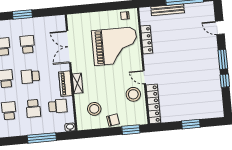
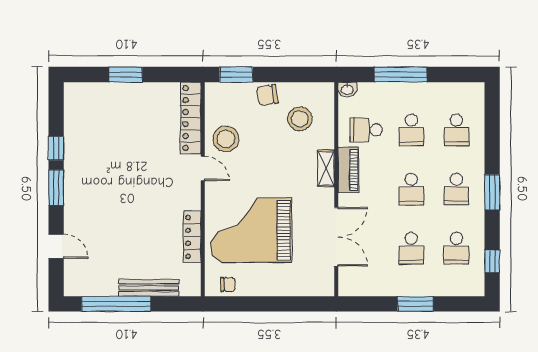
school desk: (30, 76) -> (411, 189), turned 90
school desk: (33, 108) -> (411, 130), turned 180

